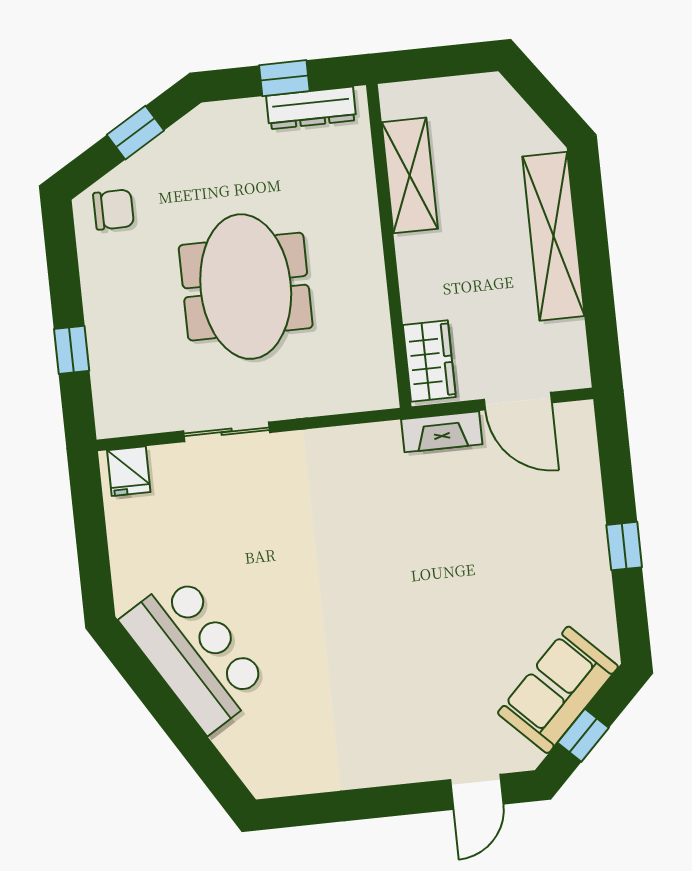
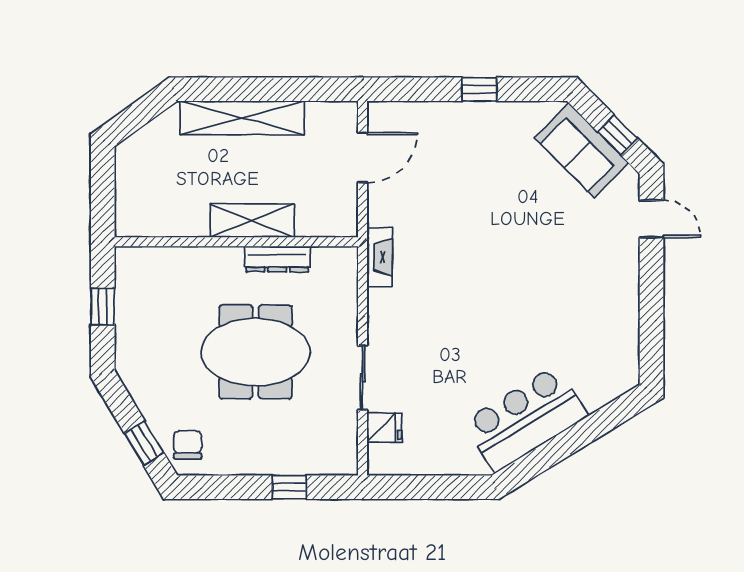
dresser: (311, 108) -> (277, 259), moved, turned 90
window: (135, 133) -> (144, 443), moved
shelving: (410, 175) -> (252, 221), moved
wardrobe: (429, 361) -> (326, 221), removed
fireplace: (442, 432) -> (380, 257), moved
fridge: (129, 471) -> (384, 428), moved

